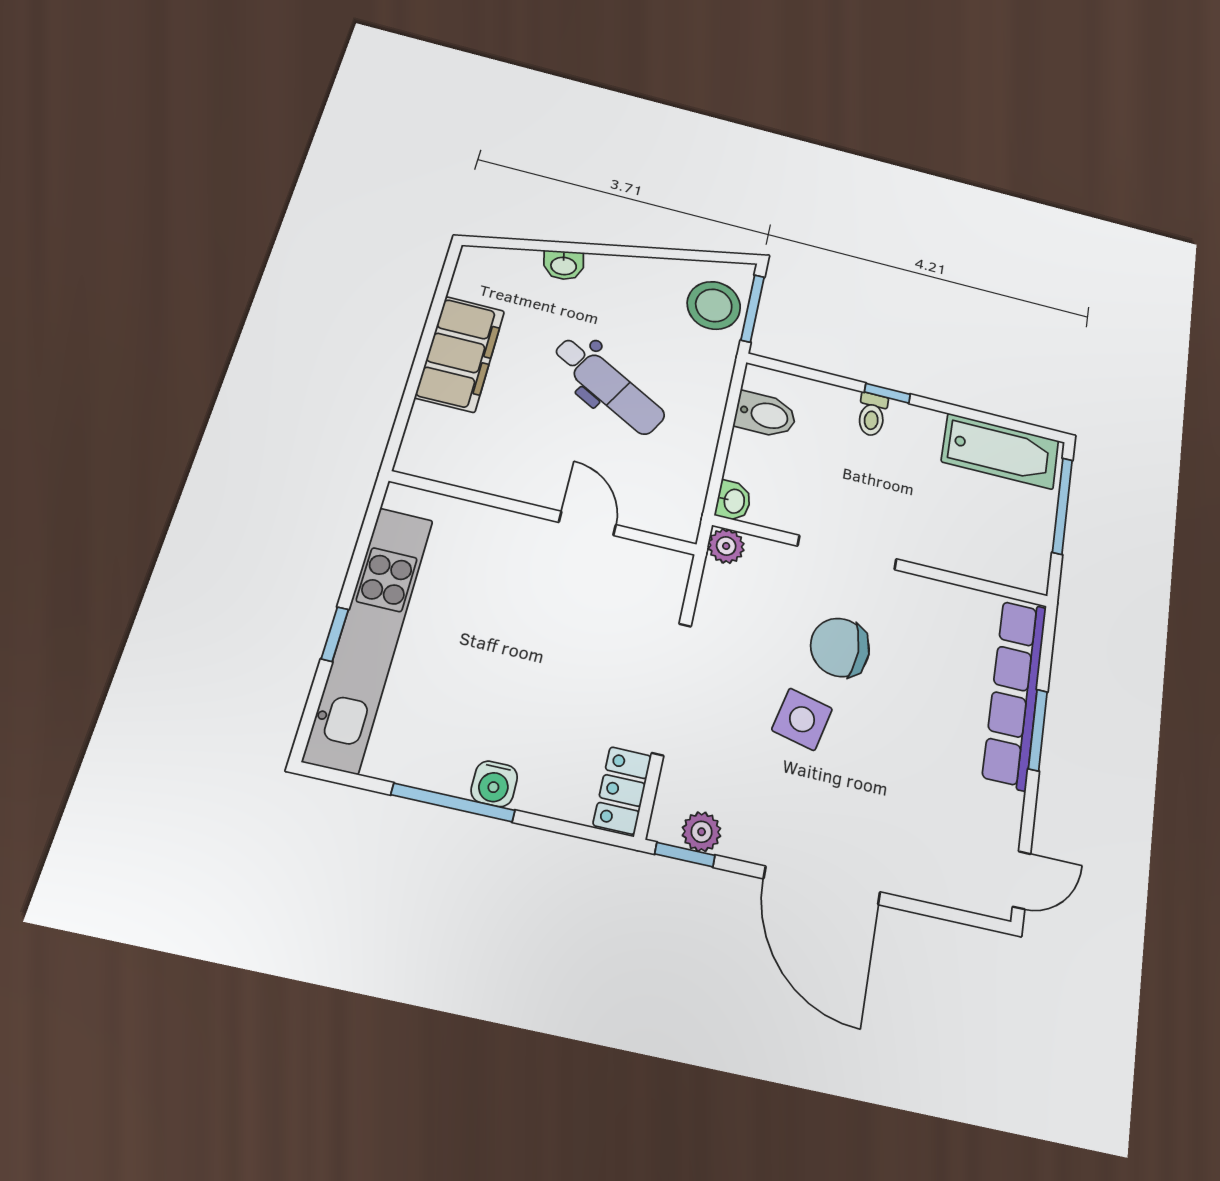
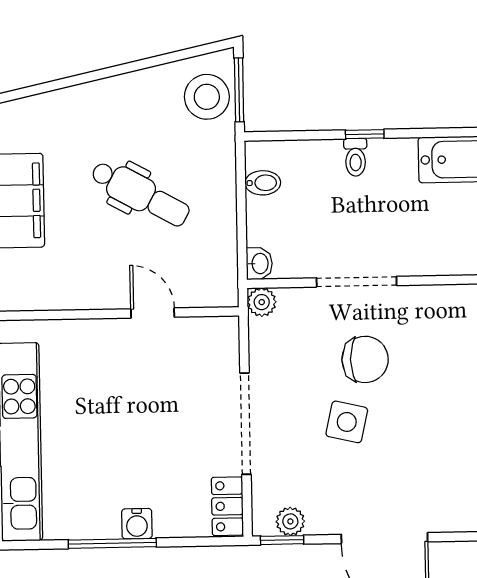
washbasin: (564, 265) -> (78, 97), removed
bidet: (765, 415) -> (263, 183), width x0.72, depth x0.74
chair: (840, 647) -> (365, 359), turned 180

